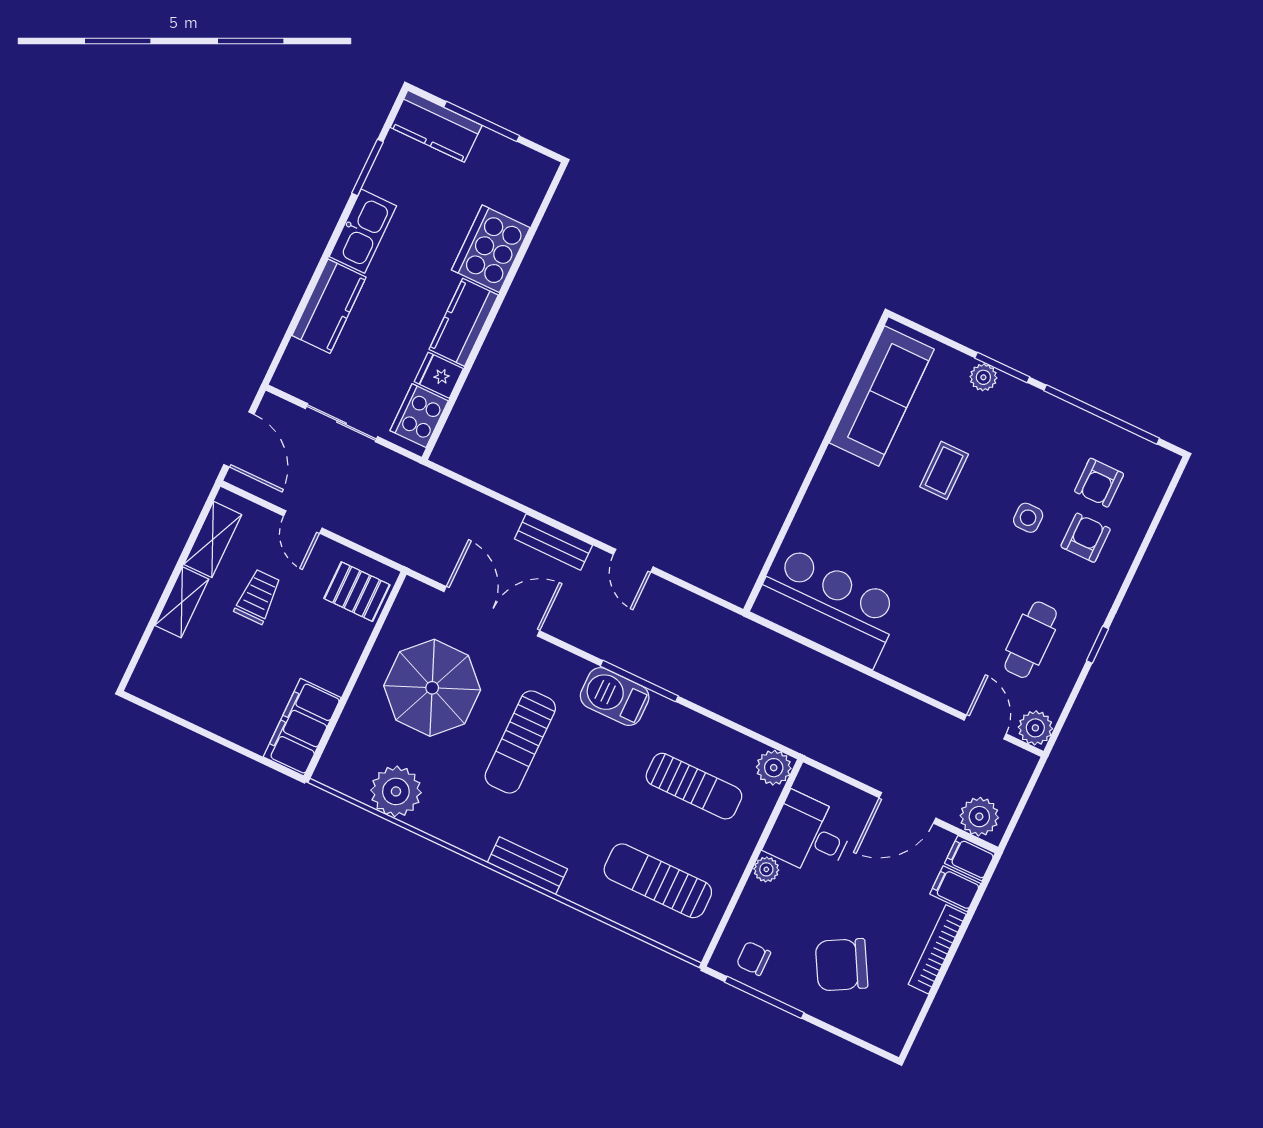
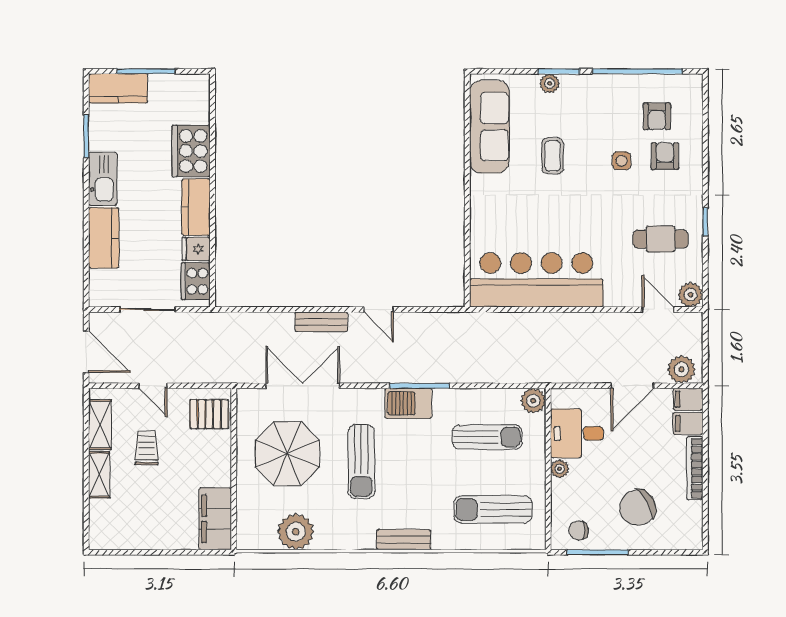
bar counter: (827, 607) -> (536, 280), width x1.36
cafe table: (1031, 640) -> (661, 239), turned 90

